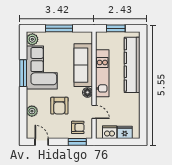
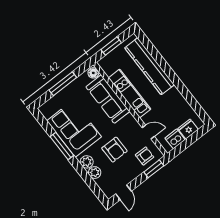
plant: (32, 39) -> (87, 162), moved
floor lamp: (87, 92) -> (93, 73), moved
door: (42, 142) -> (123, 192), swing flipped

